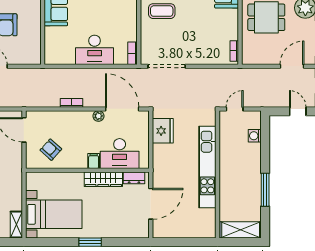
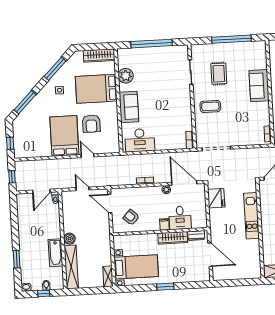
desk: (95, 50) -> (140, 140), moved
desk: (120, 154) -> (180, 218), width x0.73
kitchen unit: (207, 167) -> (252, 216), width x0.73
door: (151, 204) -> (210, 255), hinge flipped

